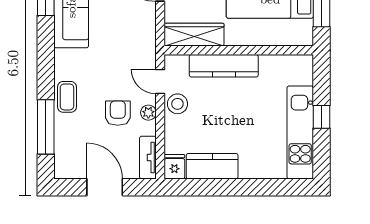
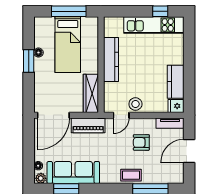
piano: (144, 30) -> (88, 125), added
kitchen counter: (224, 66) -> (111, 59), moved
plant: (148, 113) -> (141, 123), removed
window: (321, 117) -> (160, 11), moved

